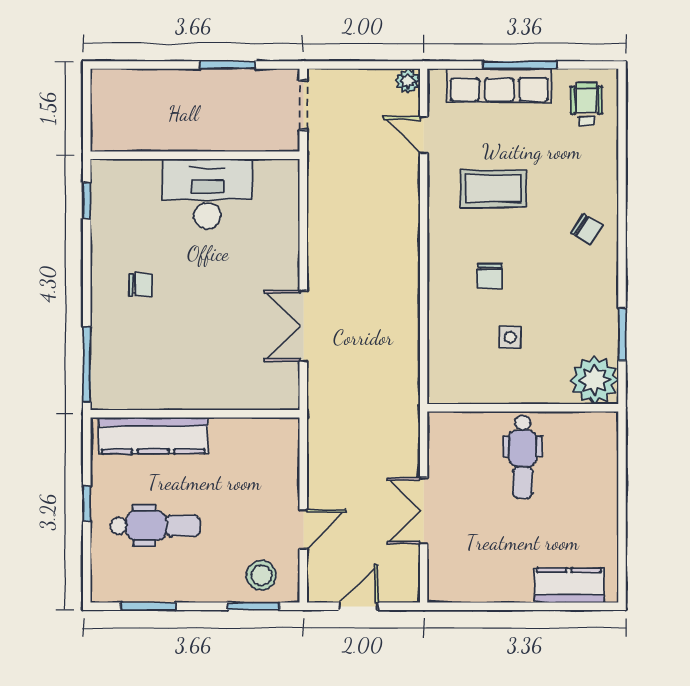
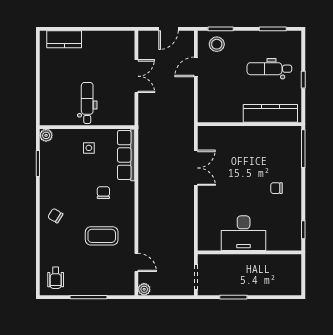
row of seats: (499, 86) -> (126, 155), moved, turned -90
side table: (510, 337) -> (89, 148), moved
plant: (594, 380) -> (46, 135), width x0.53, depth x0.53

